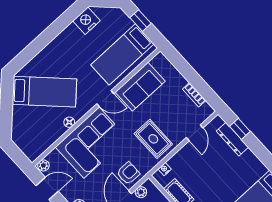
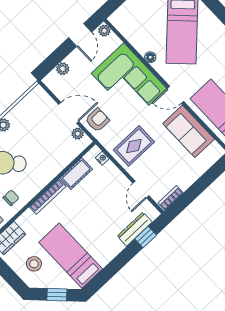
bookcase: (194, 95) -> (171, 198), moved
door: (105, 99) -> (176, 95), hinge flipped
door: (195, 133) -> (141, 189), hinge flipped
armchair: (128, 173) -> (97, 120), turned -90

